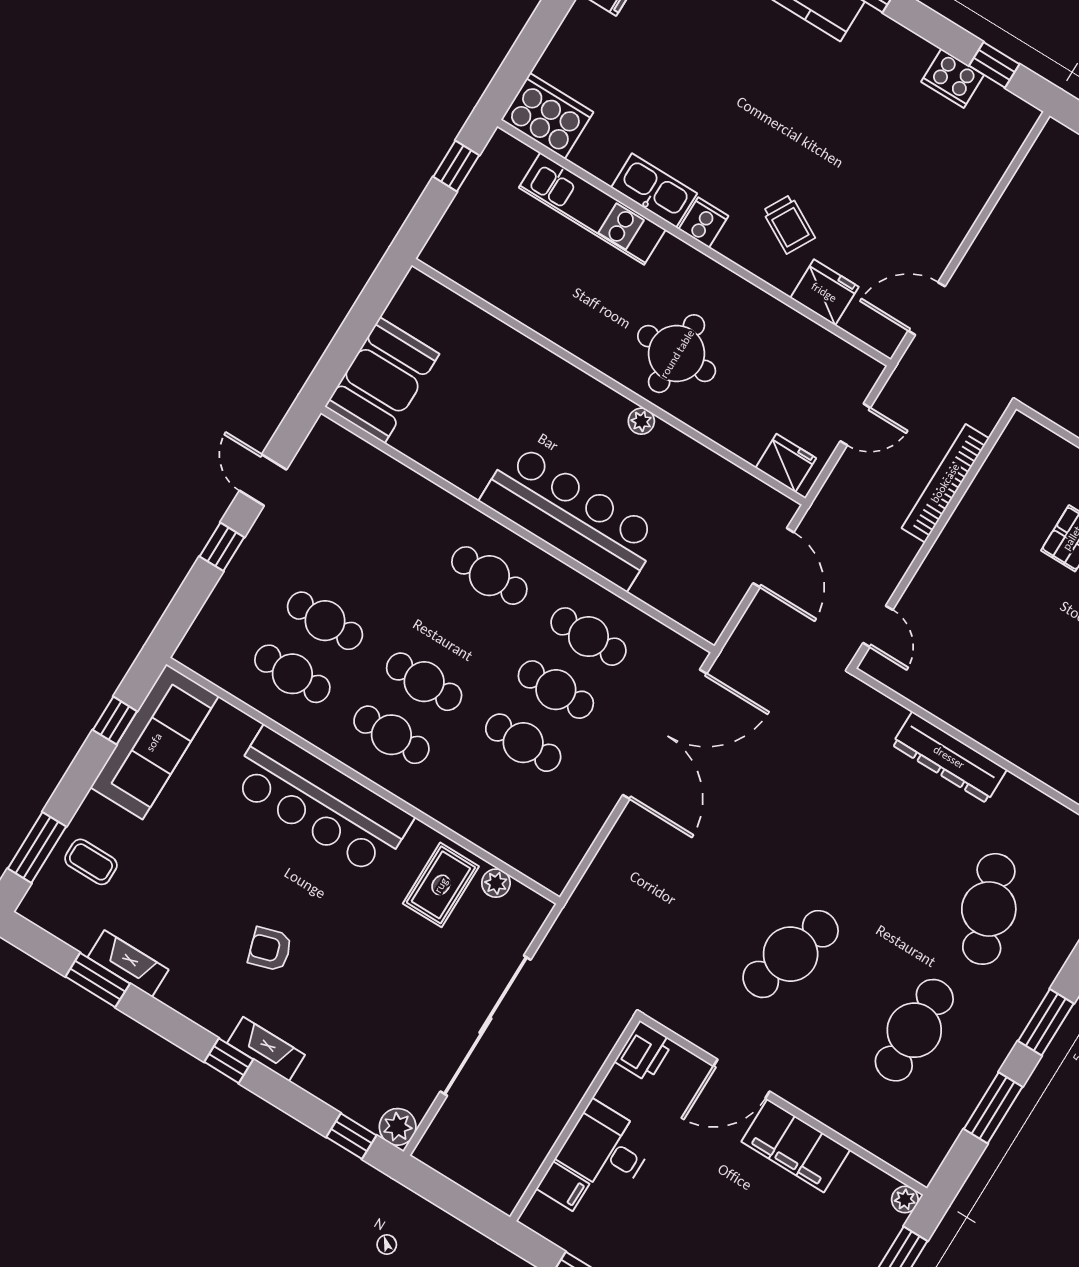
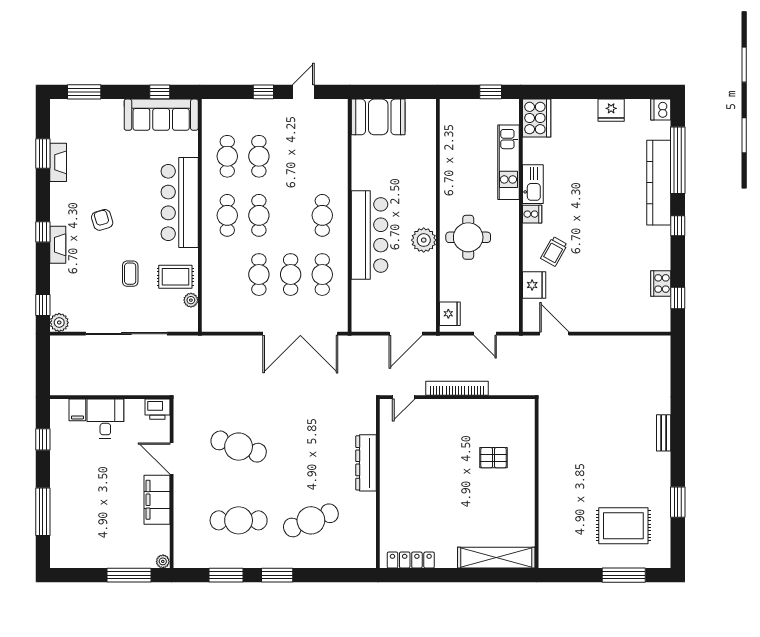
plant: (641, 421) -> (424, 240), width x1.87, depth x1.87
bookcase: (945, 483) -> (457, 388), moved
coffee table: (91, 862) -> (130, 274), moved

